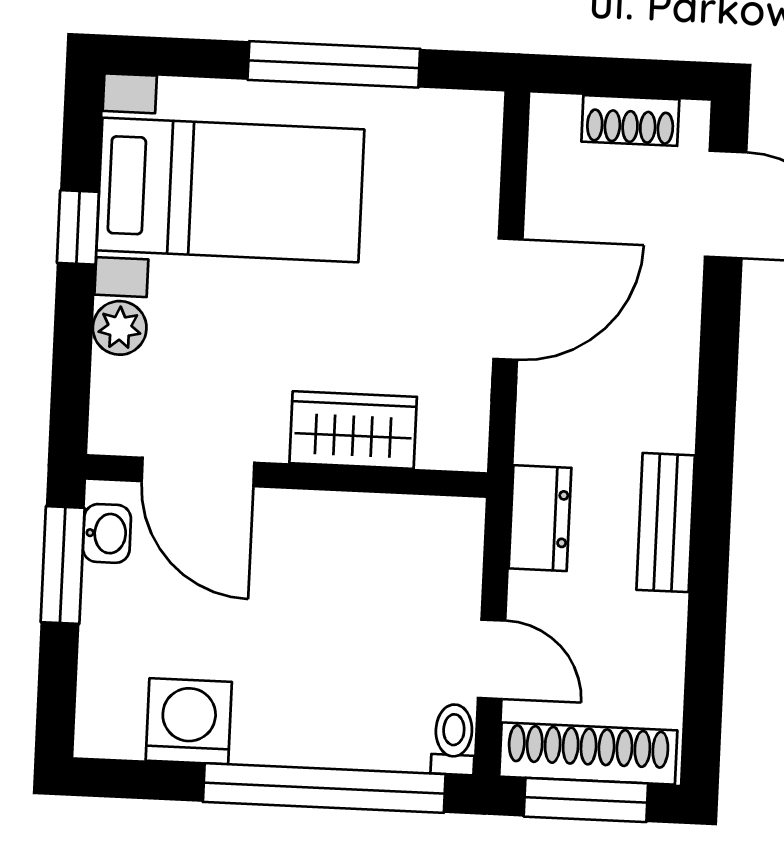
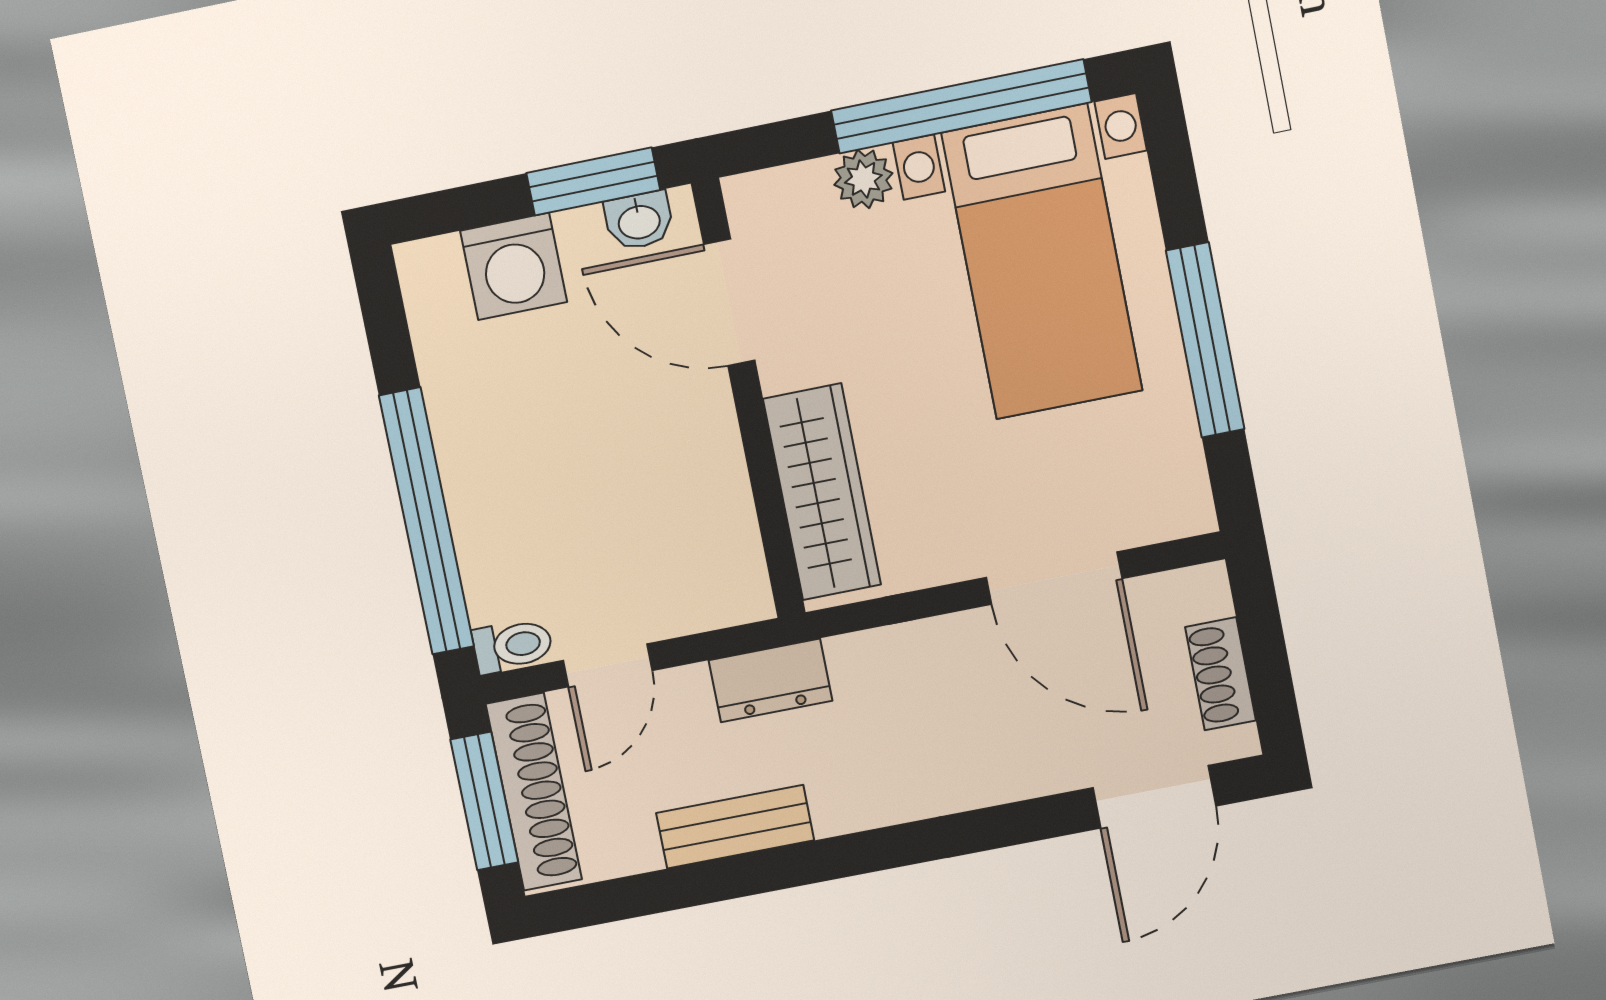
window: (78, 227) -> (961, 106), width x3.17
door: (508, 299) -> (1054, 578), moved
wardrobe: (353, 430) -> (822, 492), width x1.50
door: (198, 472) -> (729, 302), hinge flipped
bench: (666, 523) -> (735, 827), moved
washing machine: (189, 721) -> (514, 266), moved, turned 90

